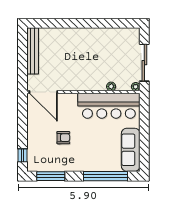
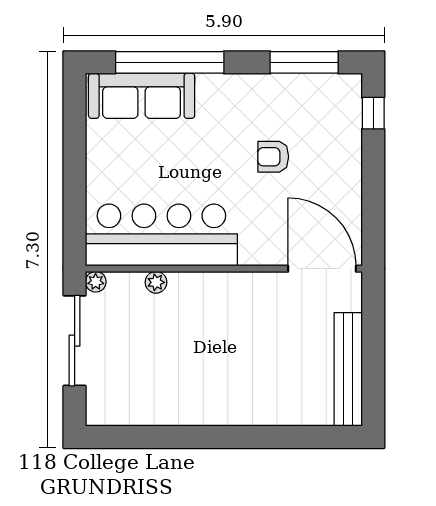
sofa: (131, 150) -> (142, 96), moved, turned 90

